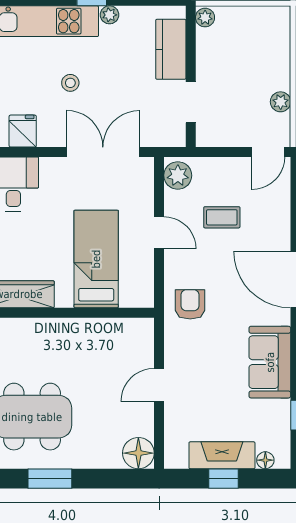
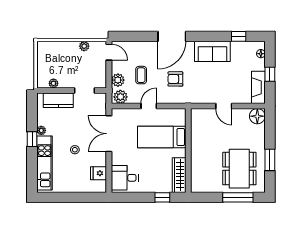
plant: (205, 18) -> (53, 83), moved
plant: (212, 170) -> (118, 80), added
armchair: (190, 304) -> (175, 79), moved
fireplace: (222, 455) -> (258, 87), moved

